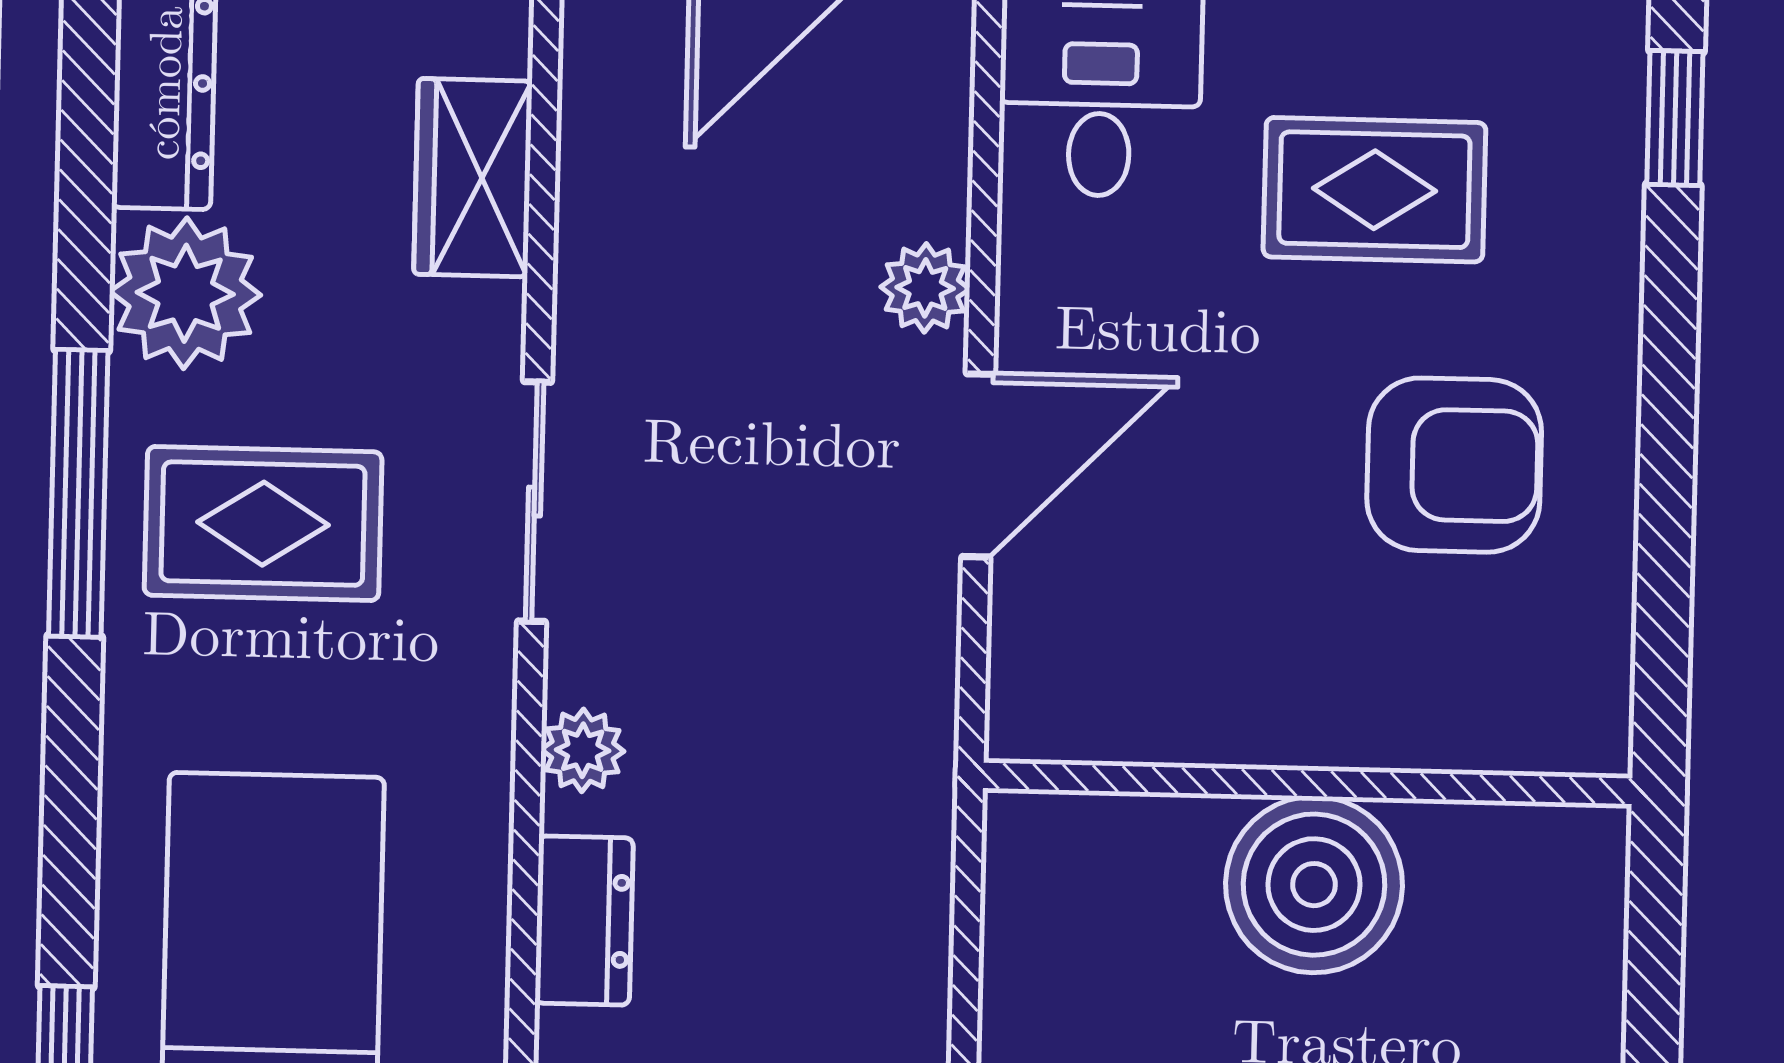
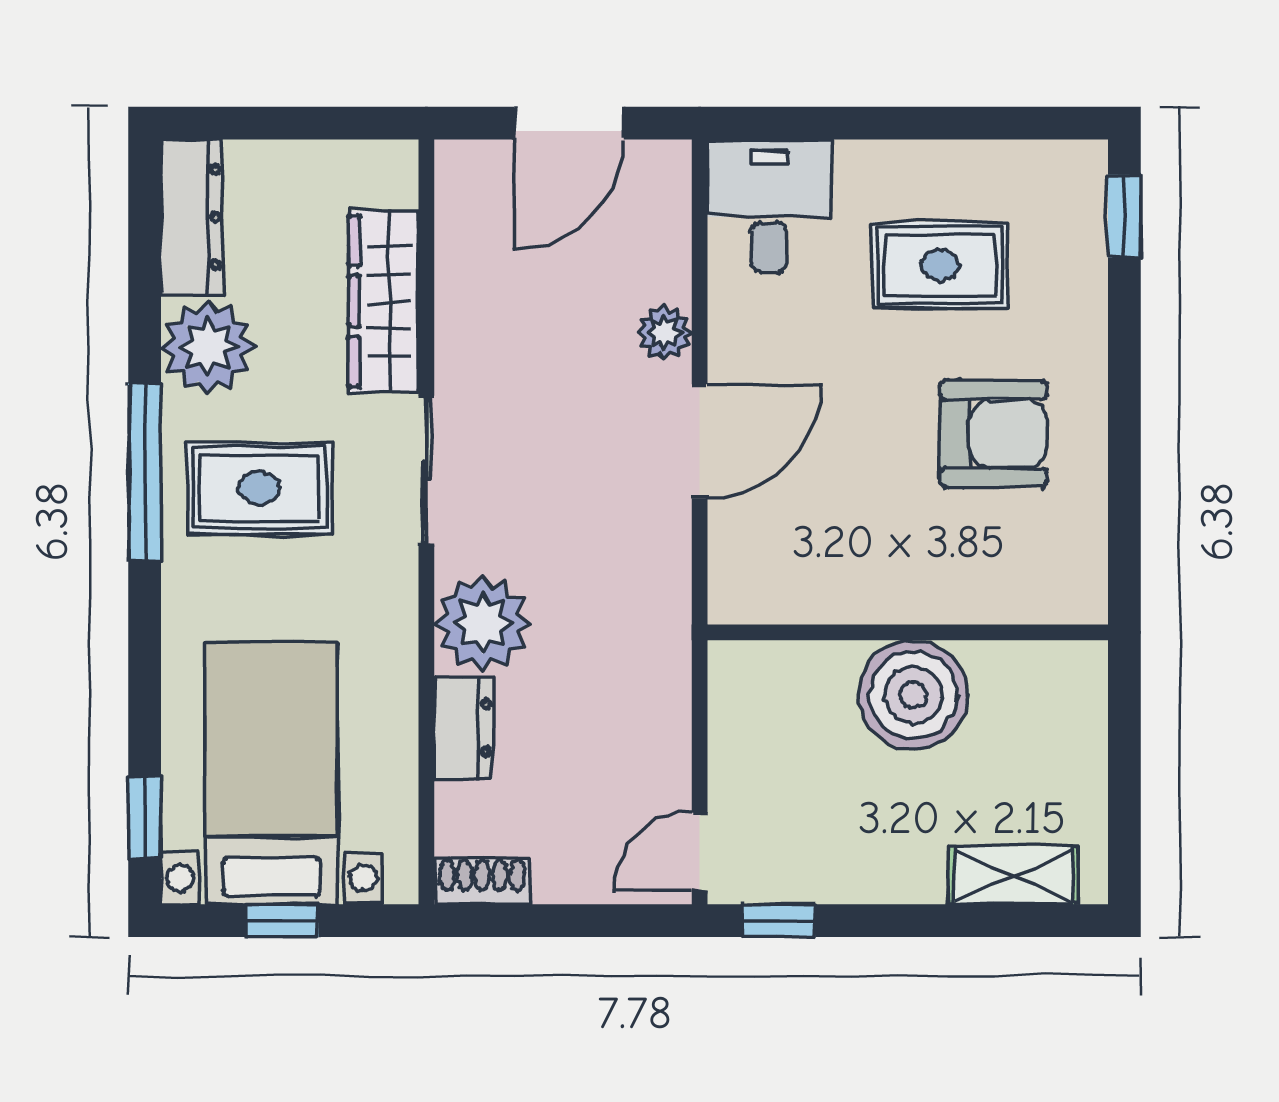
wardrobe: (473, 178) -> (384, 301), width x1.50
plant: (583, 750) -> (482, 623), width x1.87, depth x1.87

